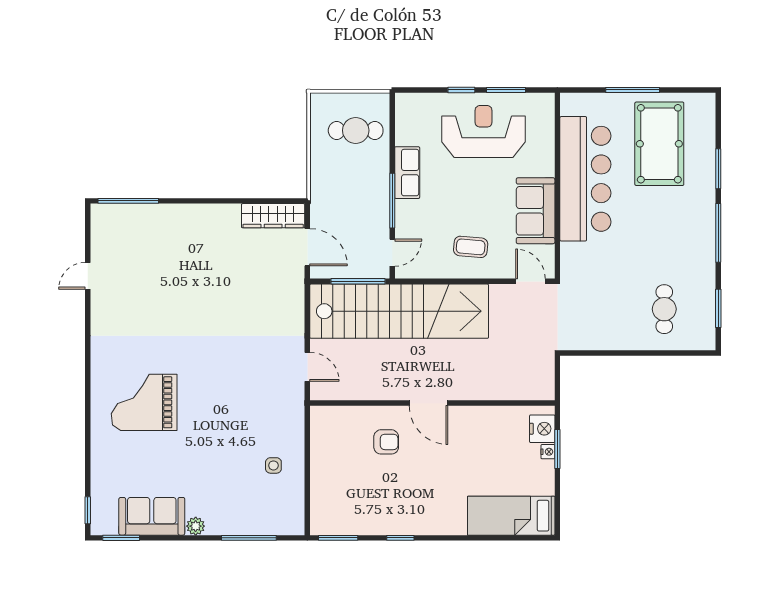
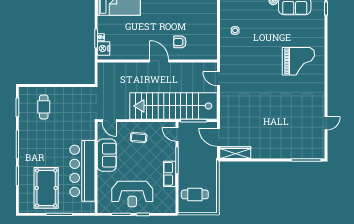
door: (392, 253) -> (177, 135), hinge flipped

